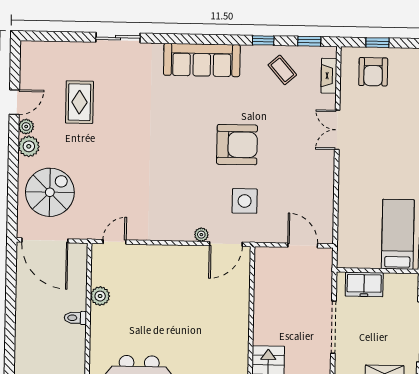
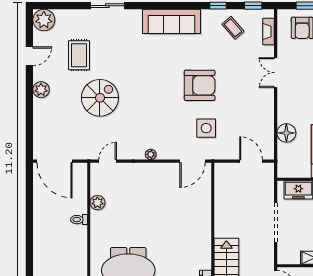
plant: (26, 127) -> (44, 20), moved, width x1.87, depth x1.87
spiral stairs: (50, 192) -> (100, 98), moved
floor lamp: (350, 209) -> (286, 133), added
plant: (201, 235) -> (151, 154), moved

